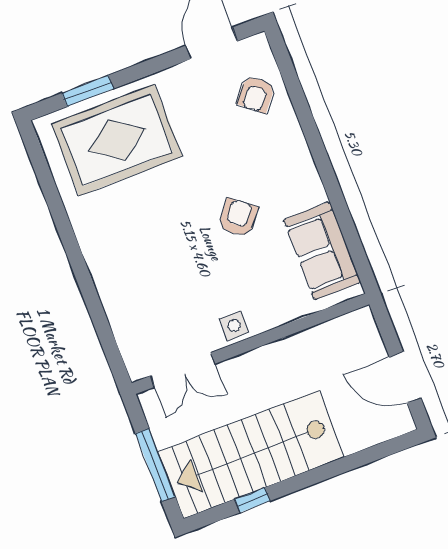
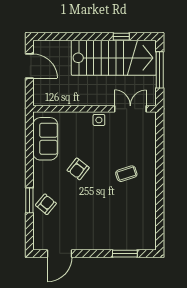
armchair: (256, 94) -> (46, 204), moved
window: (307, 122) -> (29, 200), added
rug: (117, 140) -> (120, 226), removed
coffee table: (143, 244) -> (126, 174), added

